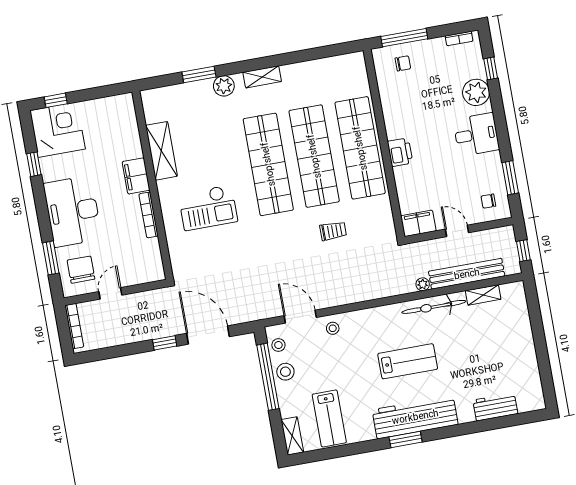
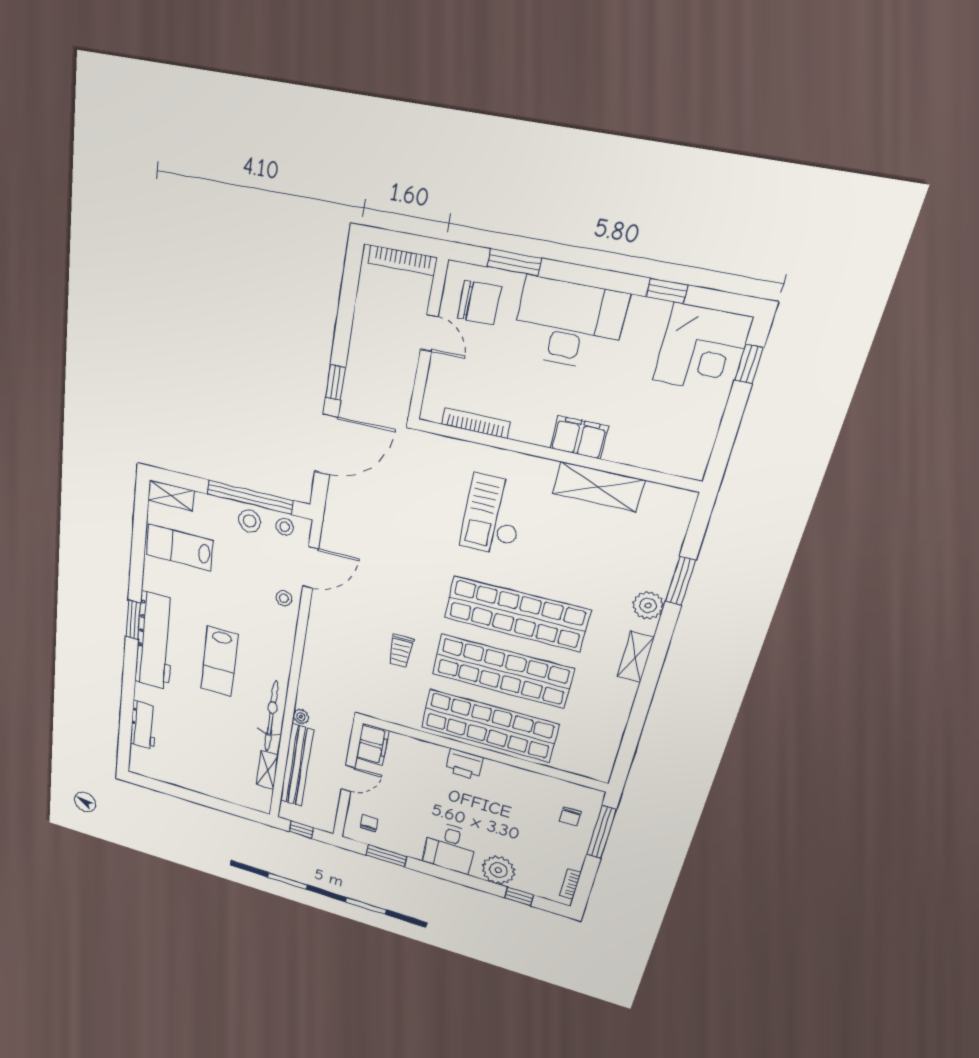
bookcase: (149, 215) -> (476, 423), moved

